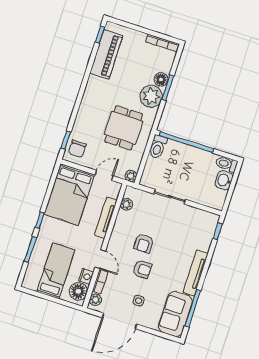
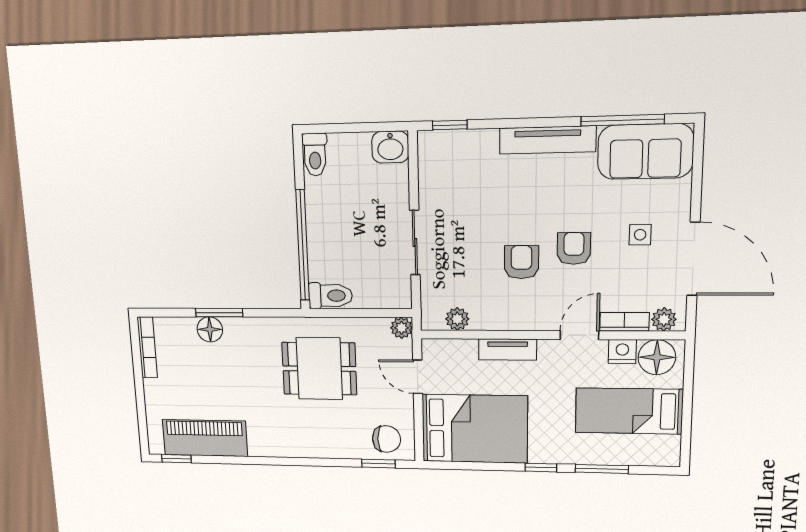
plant: (151, 96) -> (245, 337), removed
washbasin: (224, 180) -> (390, 147), moved
tv unit: (106, 218) -> (508, 350), width x0.71
armchair: (144, 243) -> (521, 262), turned -90

